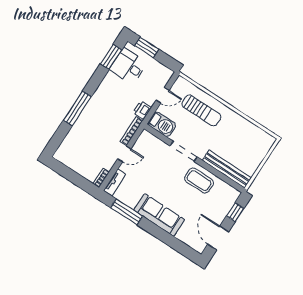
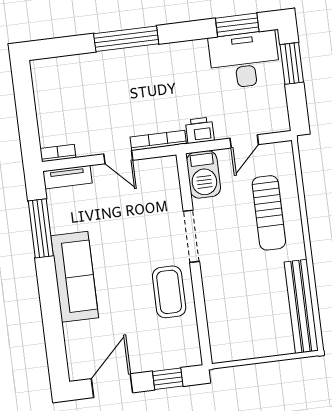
desk: (128, 66) -> (244, 60), width x1.37
door: (163, 95) -> (244, 141), hinge flipped
bench: (227, 169) -> (301, 306), moved

